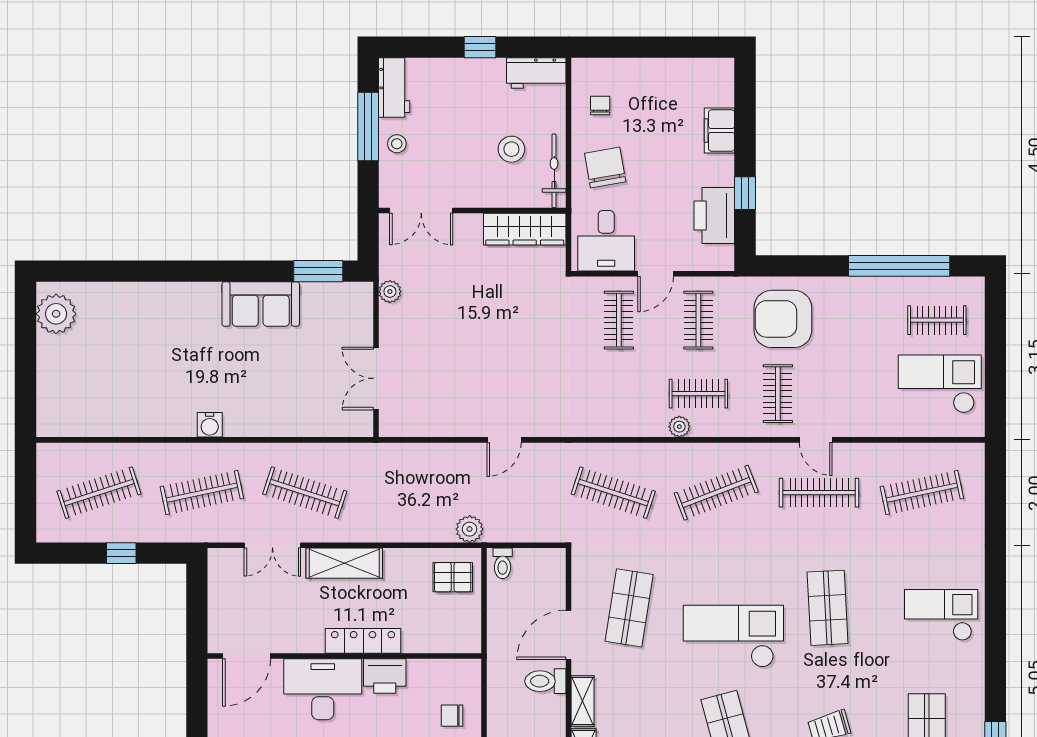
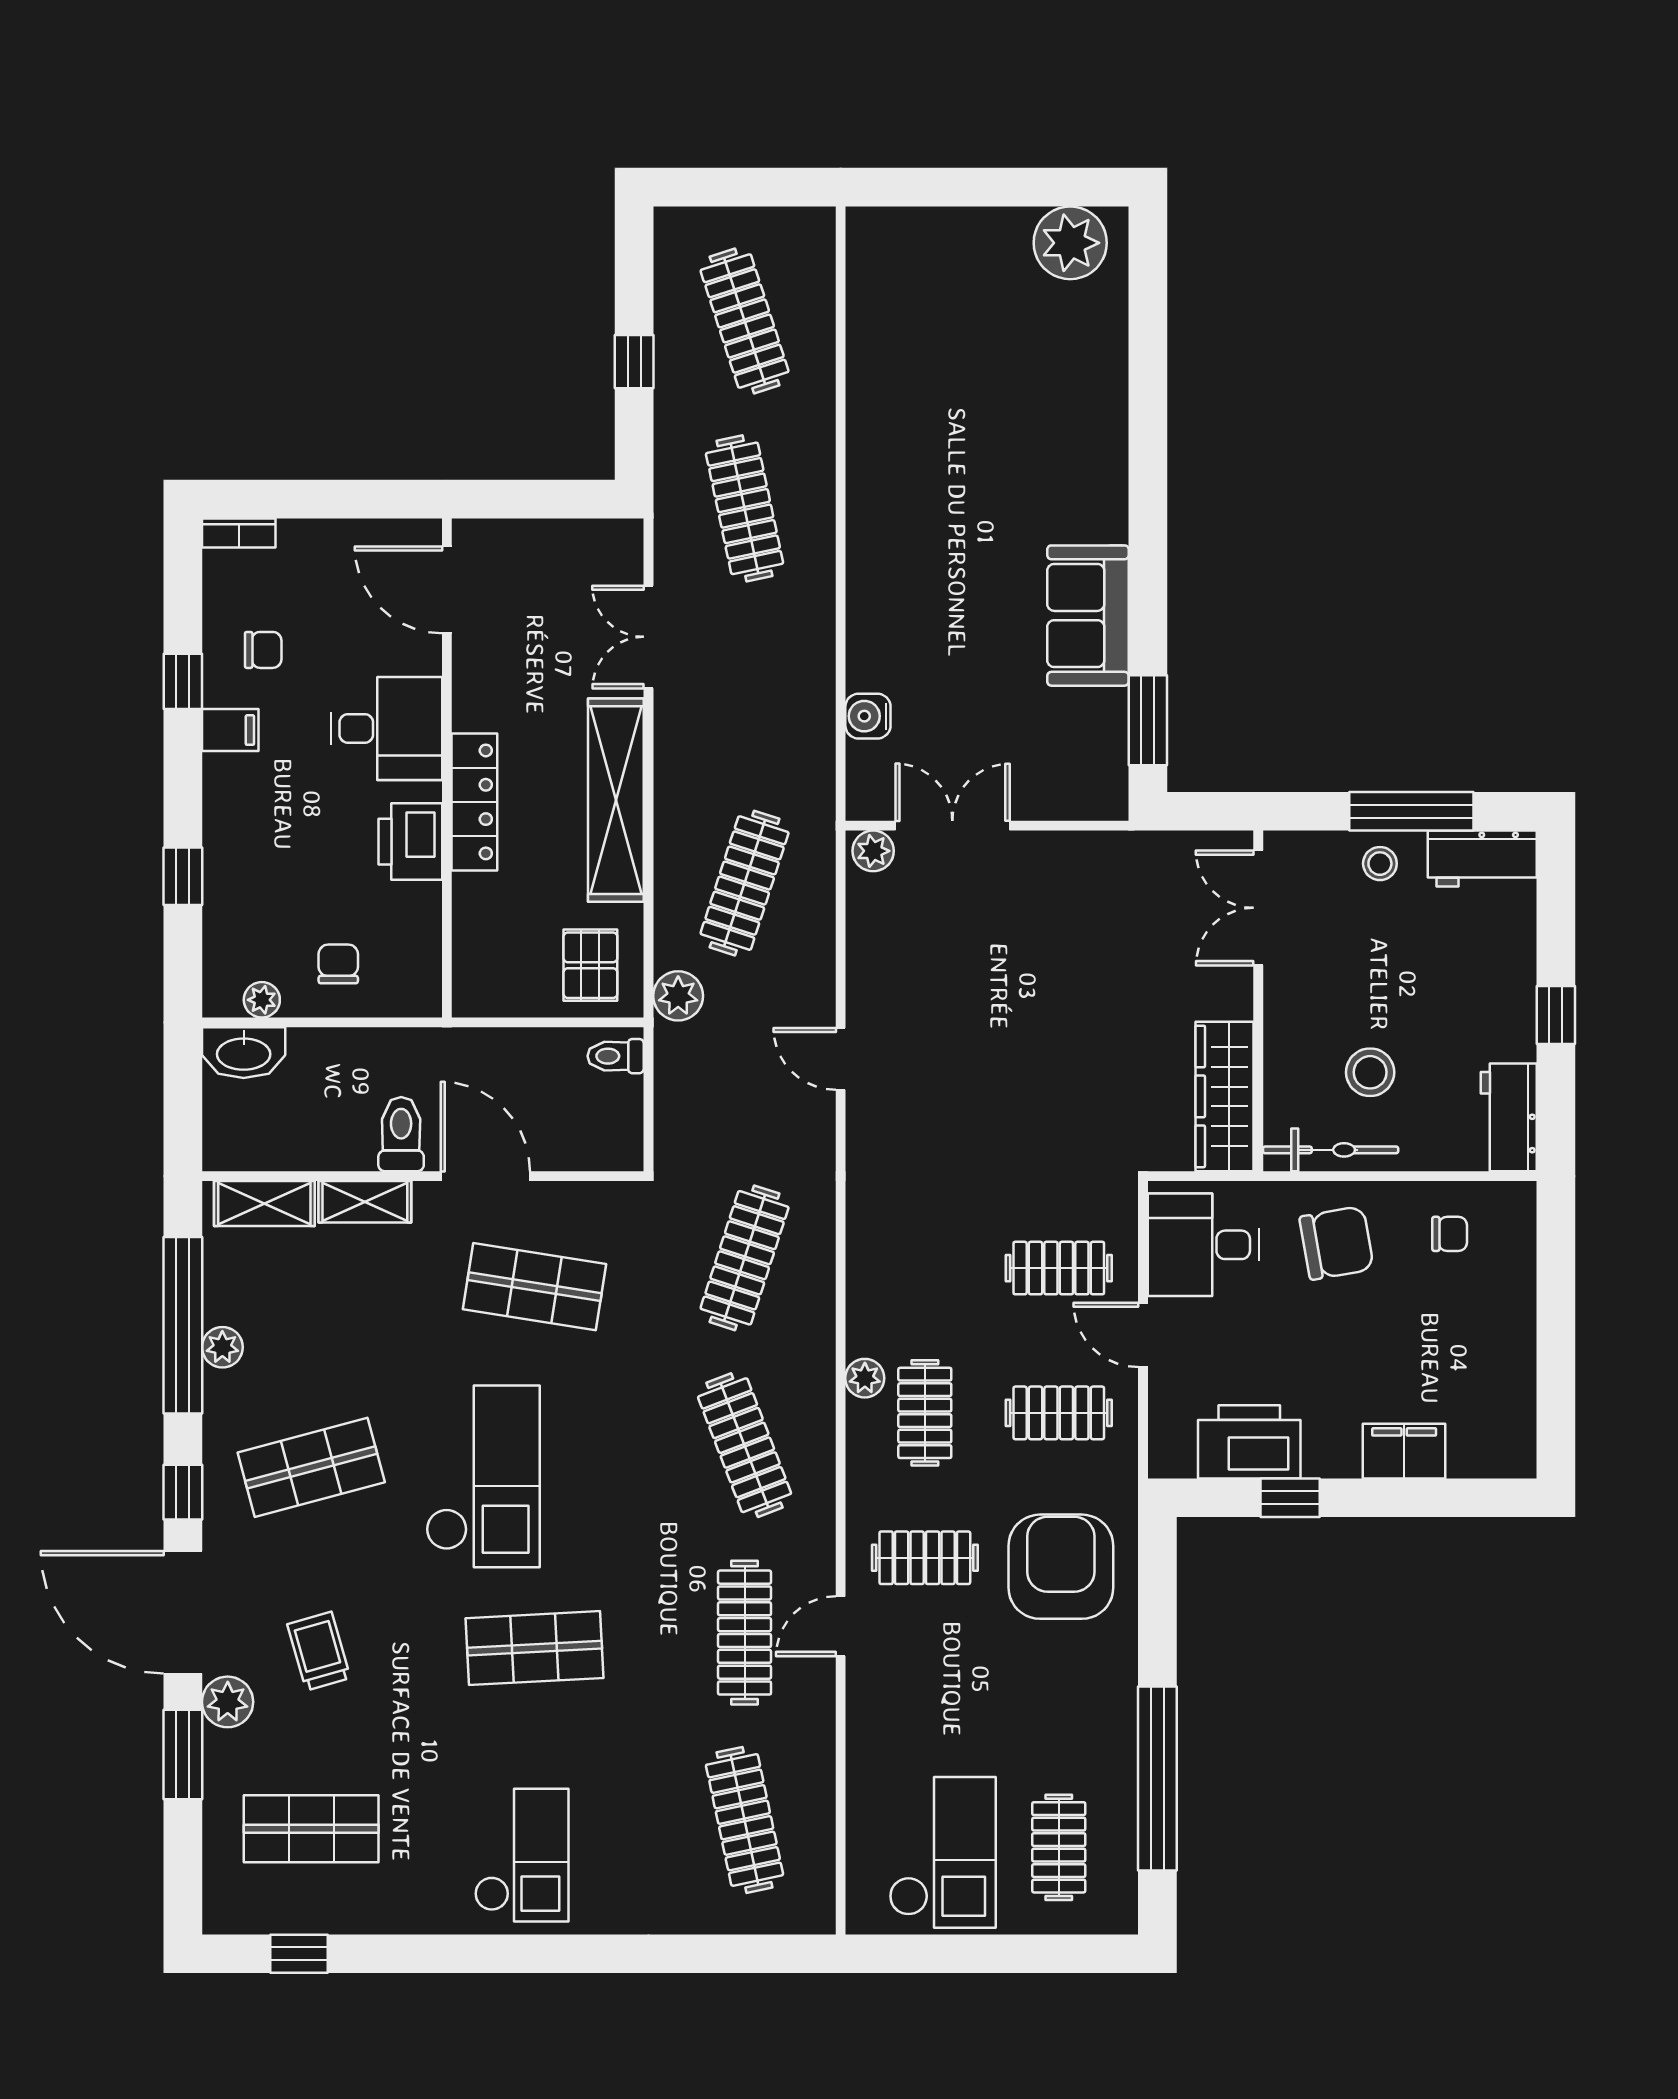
plant: (390, 292) -> (873, 851), moved
water cooler: (210, 425) -> (868, 716), moved
clothes rail: (305, 493) -> (745, 883), moved
shelving: (344, 563) -> (616, 800), width x1.47
desk: (323, 689) -> (386, 728), width x0.73

